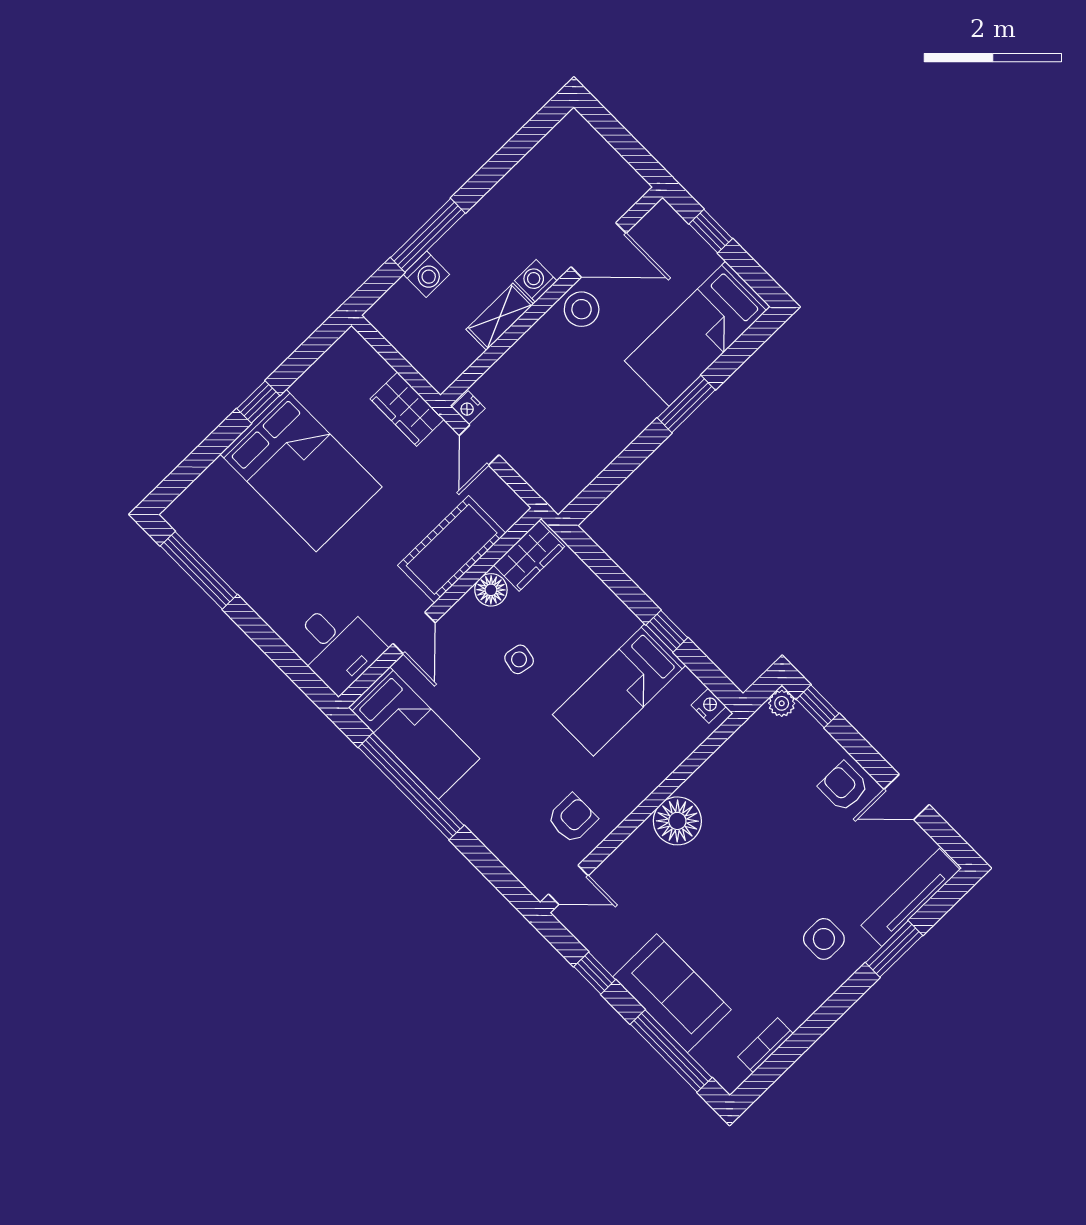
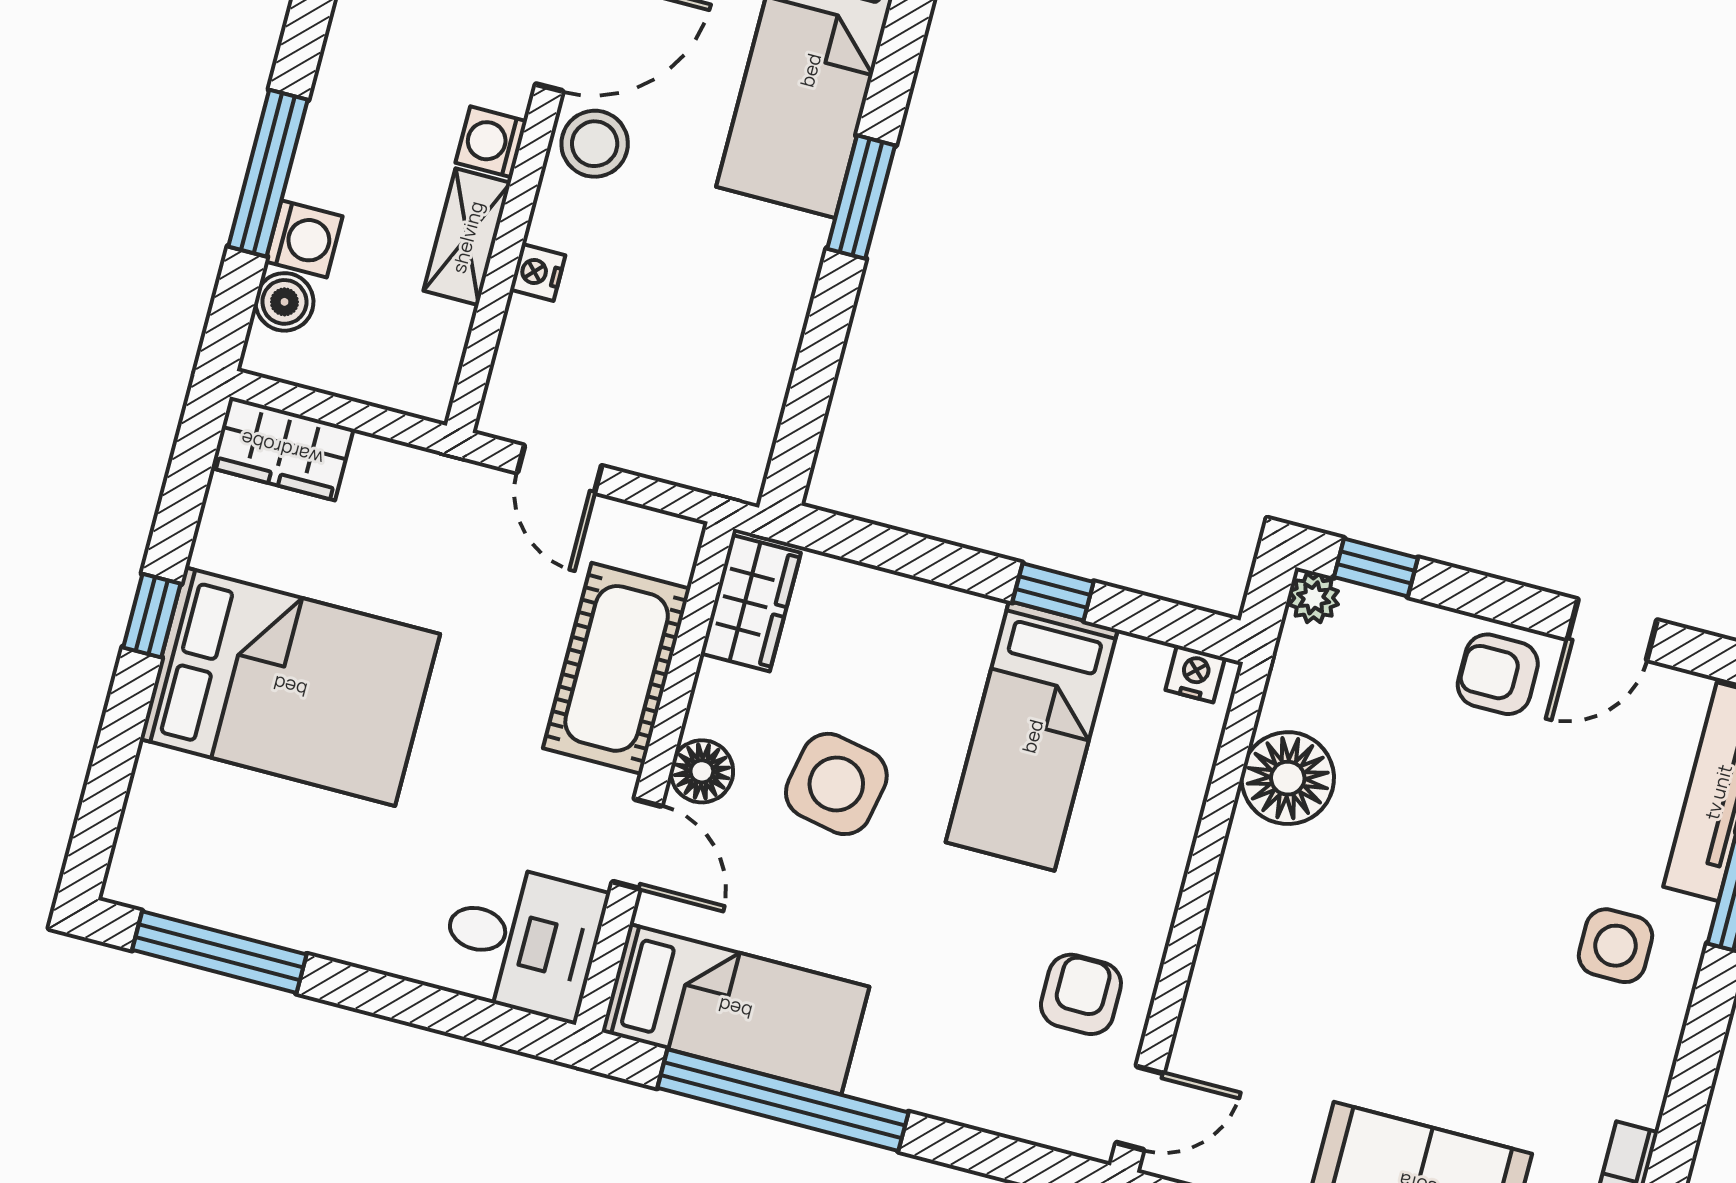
boiler: (401, 297) -> (284, 302), added
nightstand: (468, 408) -> (538, 272), moved, turned 90
wardrobe: (407, 409) -> (282, 449), moved
floor lamp: (491, 590) -> (702, 771), moved
side table: (519, 659) -> (836, 784), width x1.87, depth x1.87
floor lamp: (677, 821) -> (1288, 778), moved

